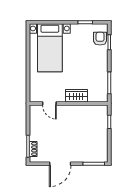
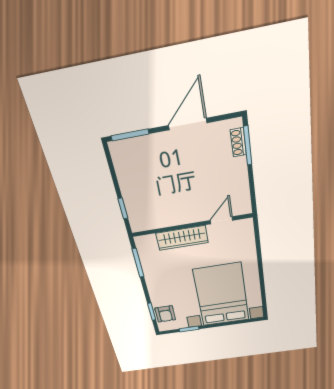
bed with nightstands: (50, 48) -> (222, 295), width x1.36
wardrobe: (76, 96) -> (182, 238), width x1.50
door: (49, 103) -> (221, 220), hinge flipped

